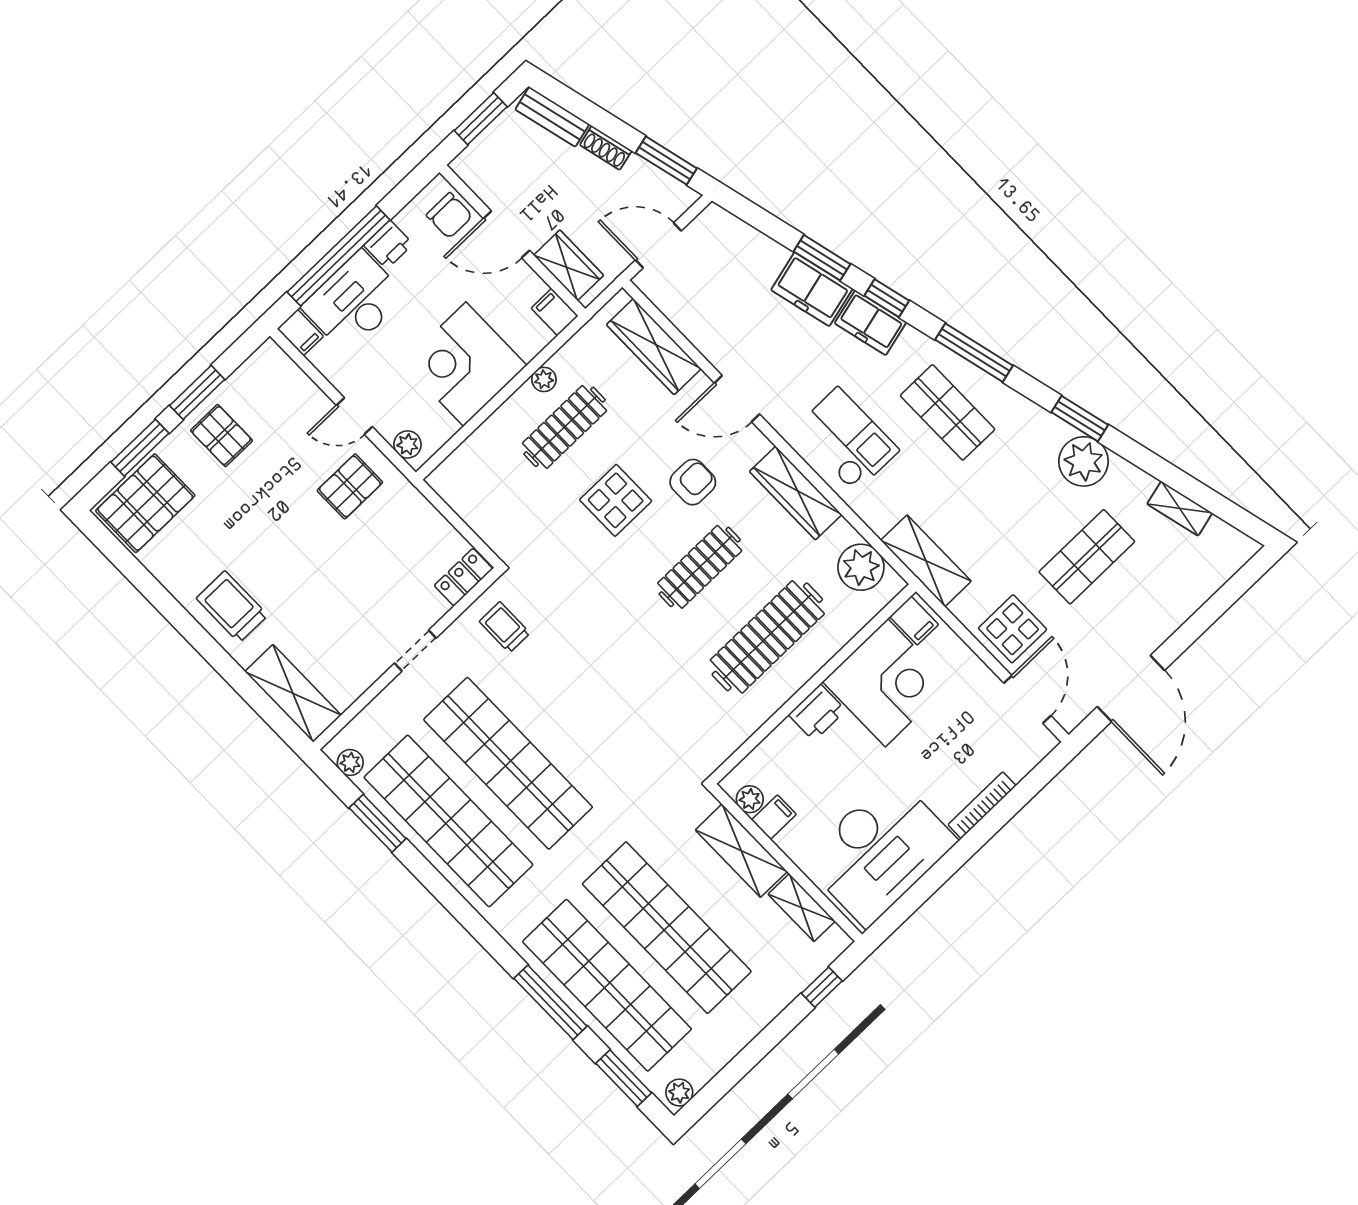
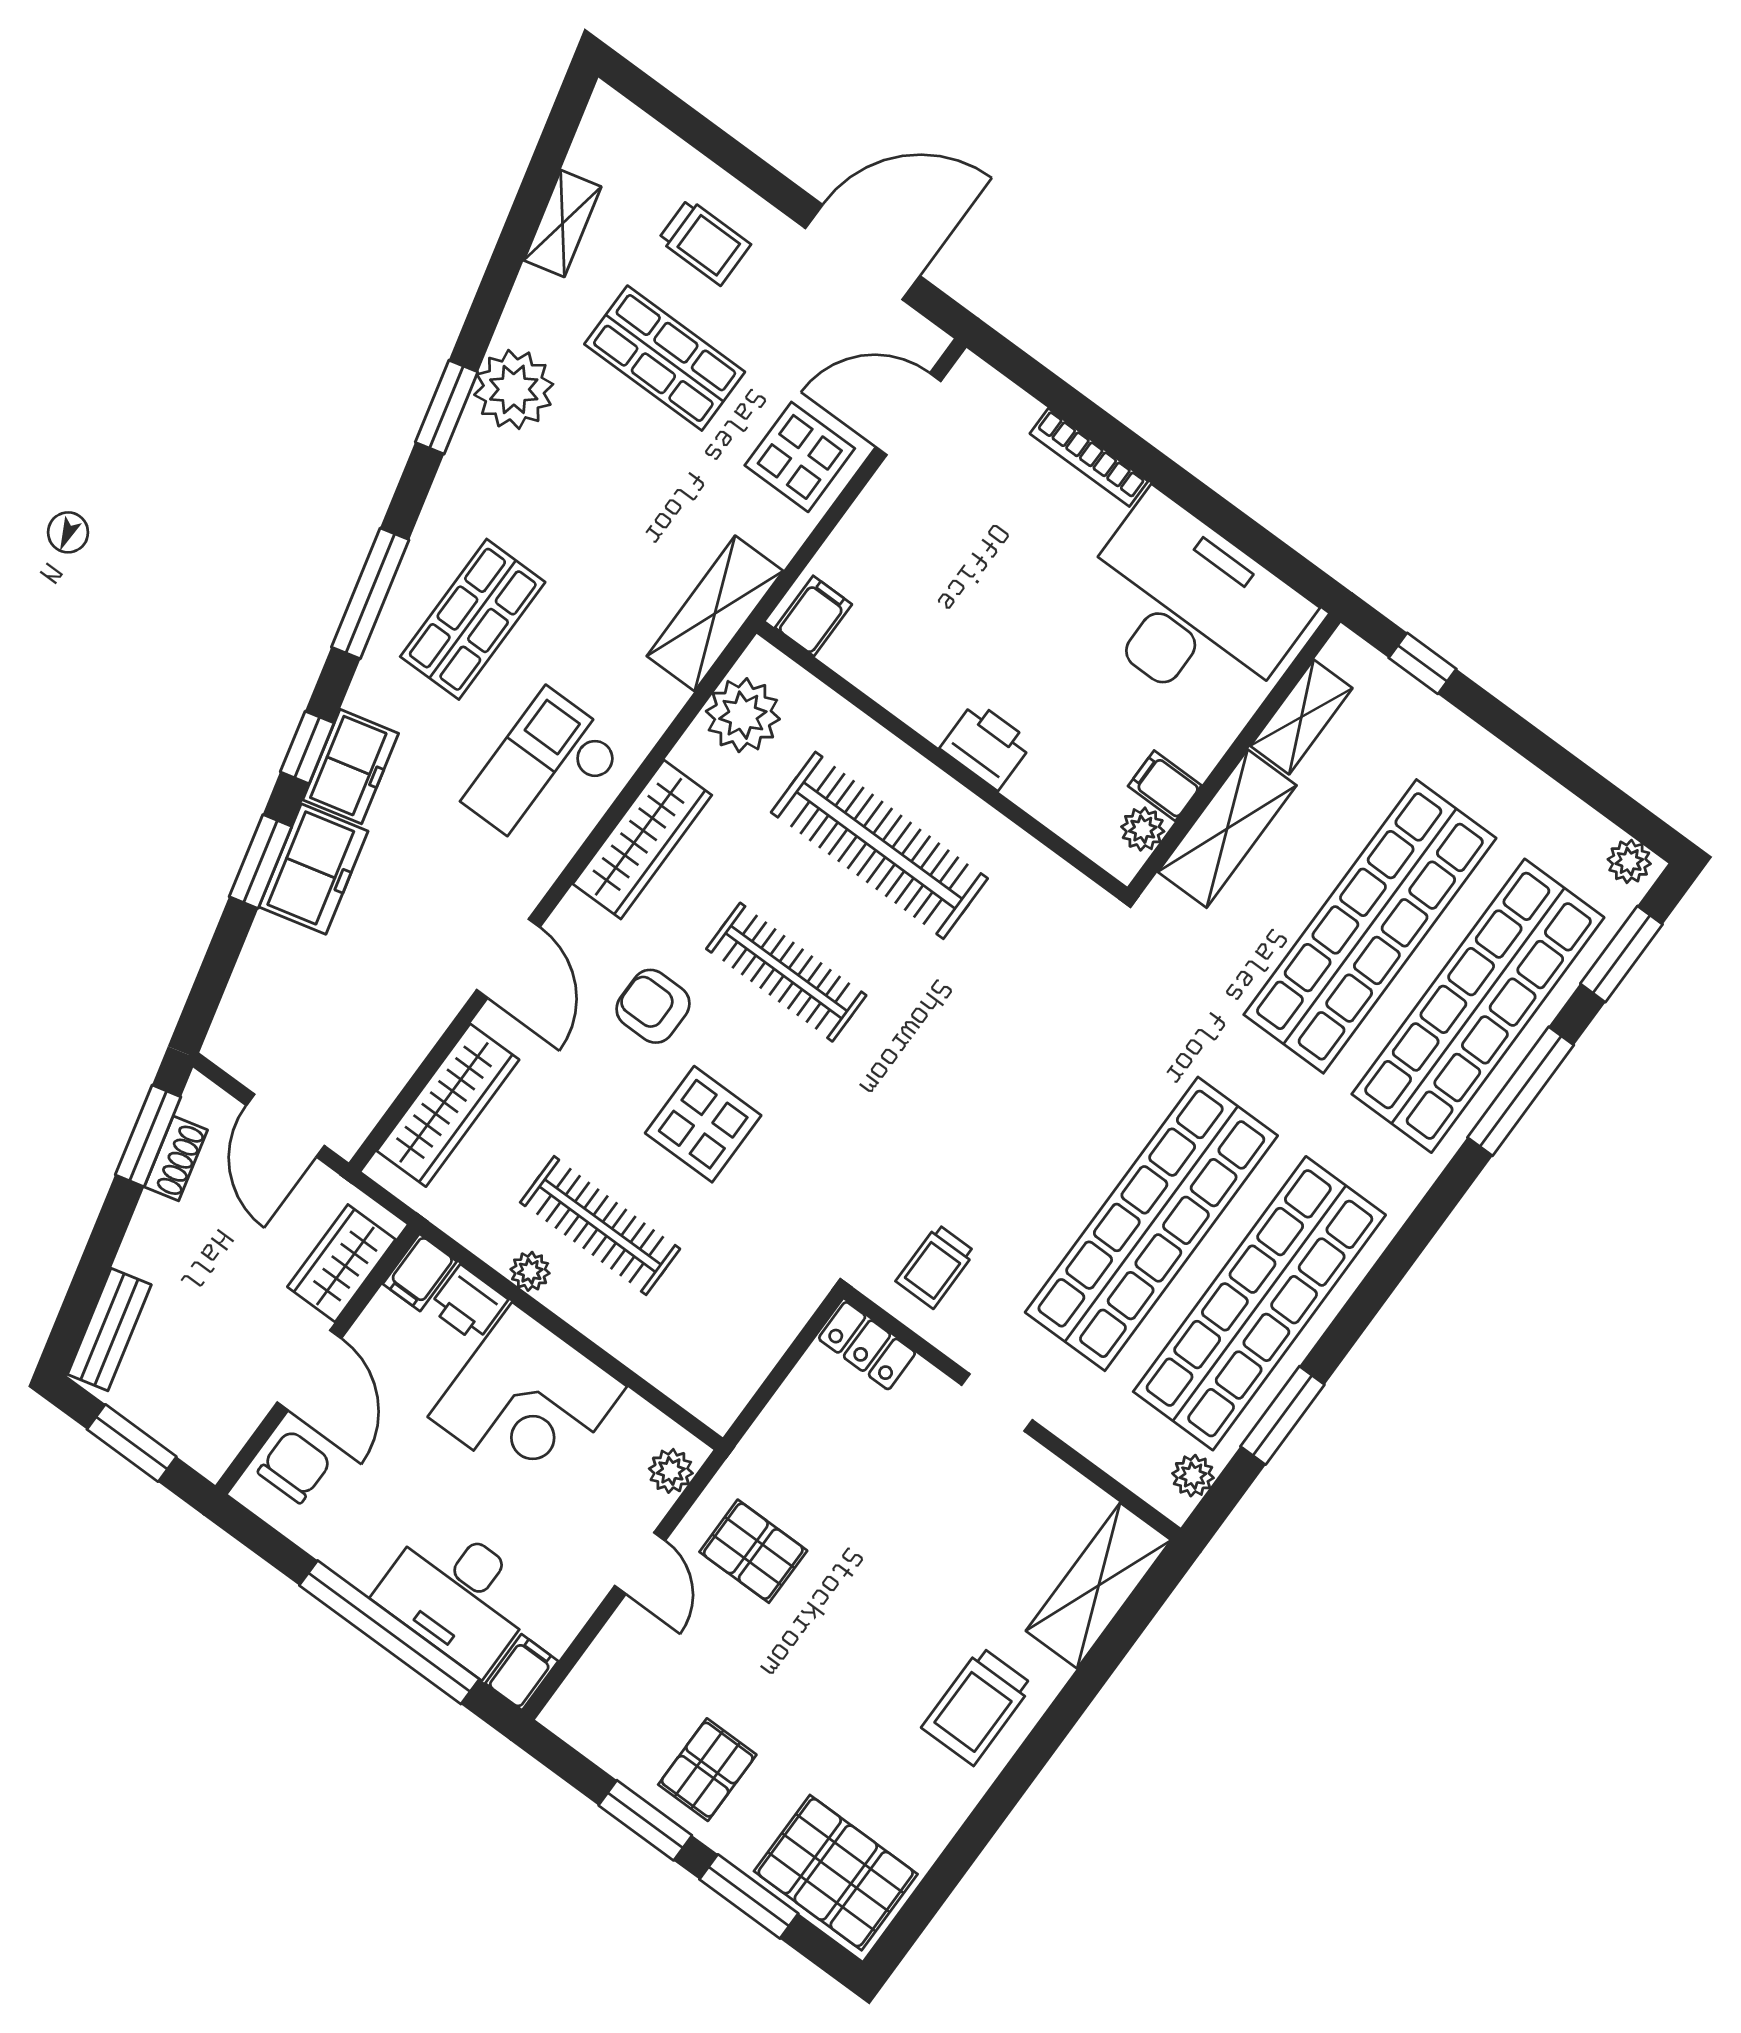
shoe rack: (606, 148) -> (176, 1158), moved
printer: (388, 245) -> (468, 1304), moved, turned 180
trolley: (1154, 593) -> (704, 242), added
corner desk: (886, 683) -> (920, 643), removed

